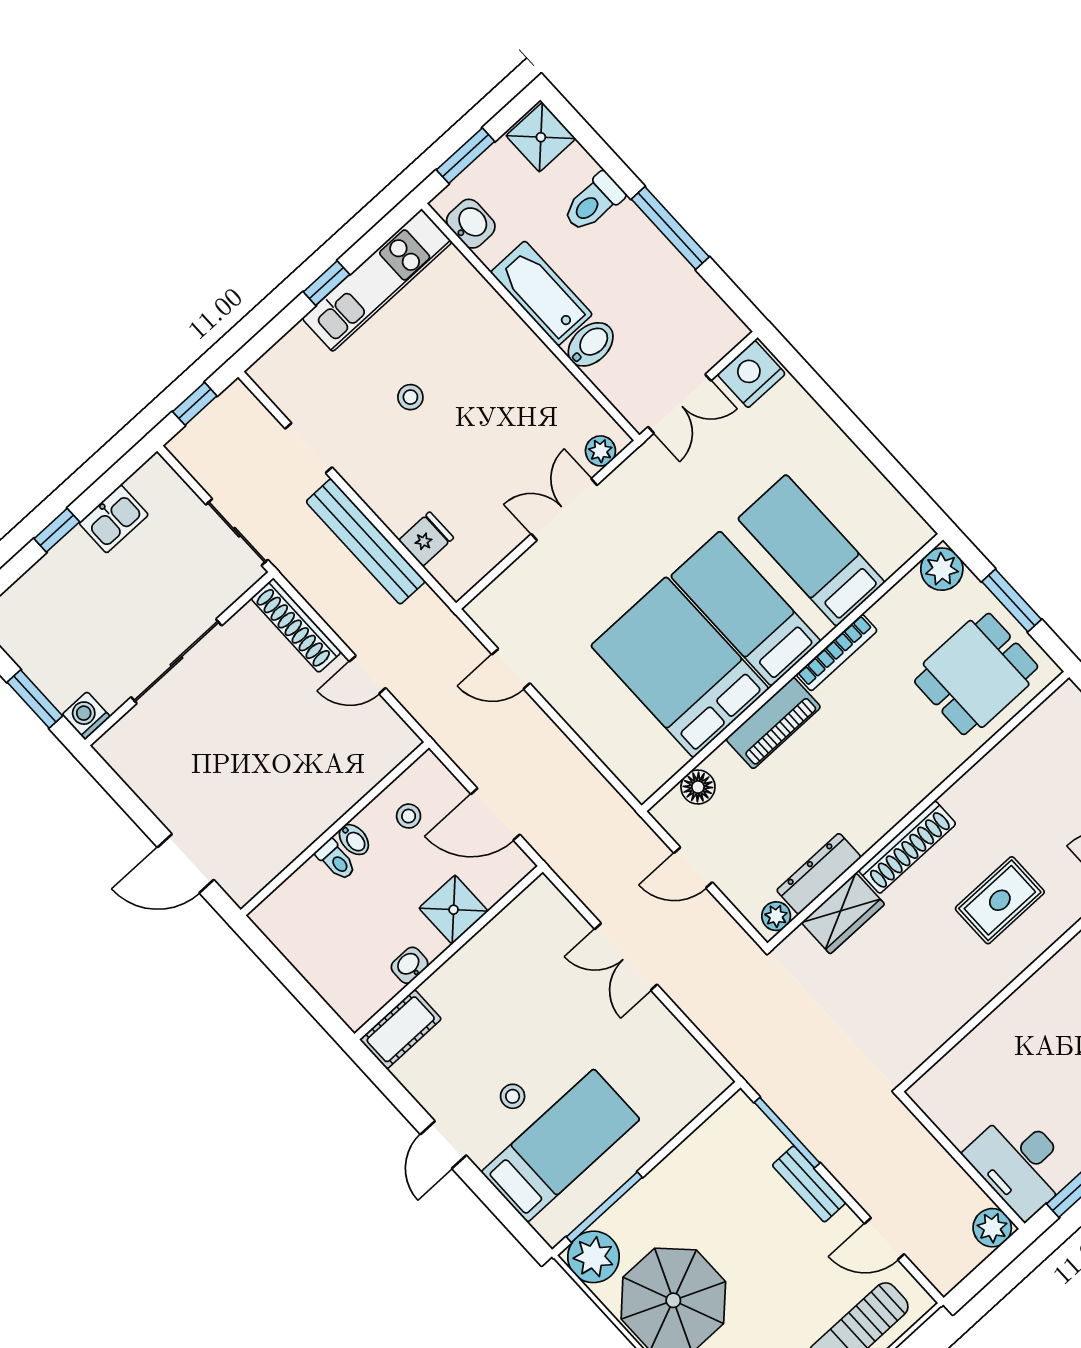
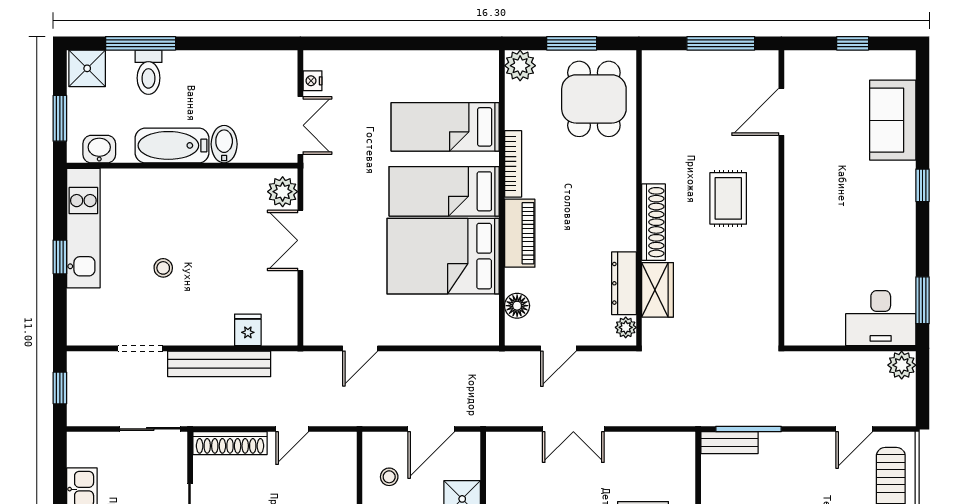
window: (670, 228) -> (141, 43), moved
nightstand: (751, 374) -> (312, 81), width x0.53, depth x0.56
plant: (600, 451) -> (283, 192), width x1.38, depth x1.38
bench: (809, 1184) -> (729, 443), moved

